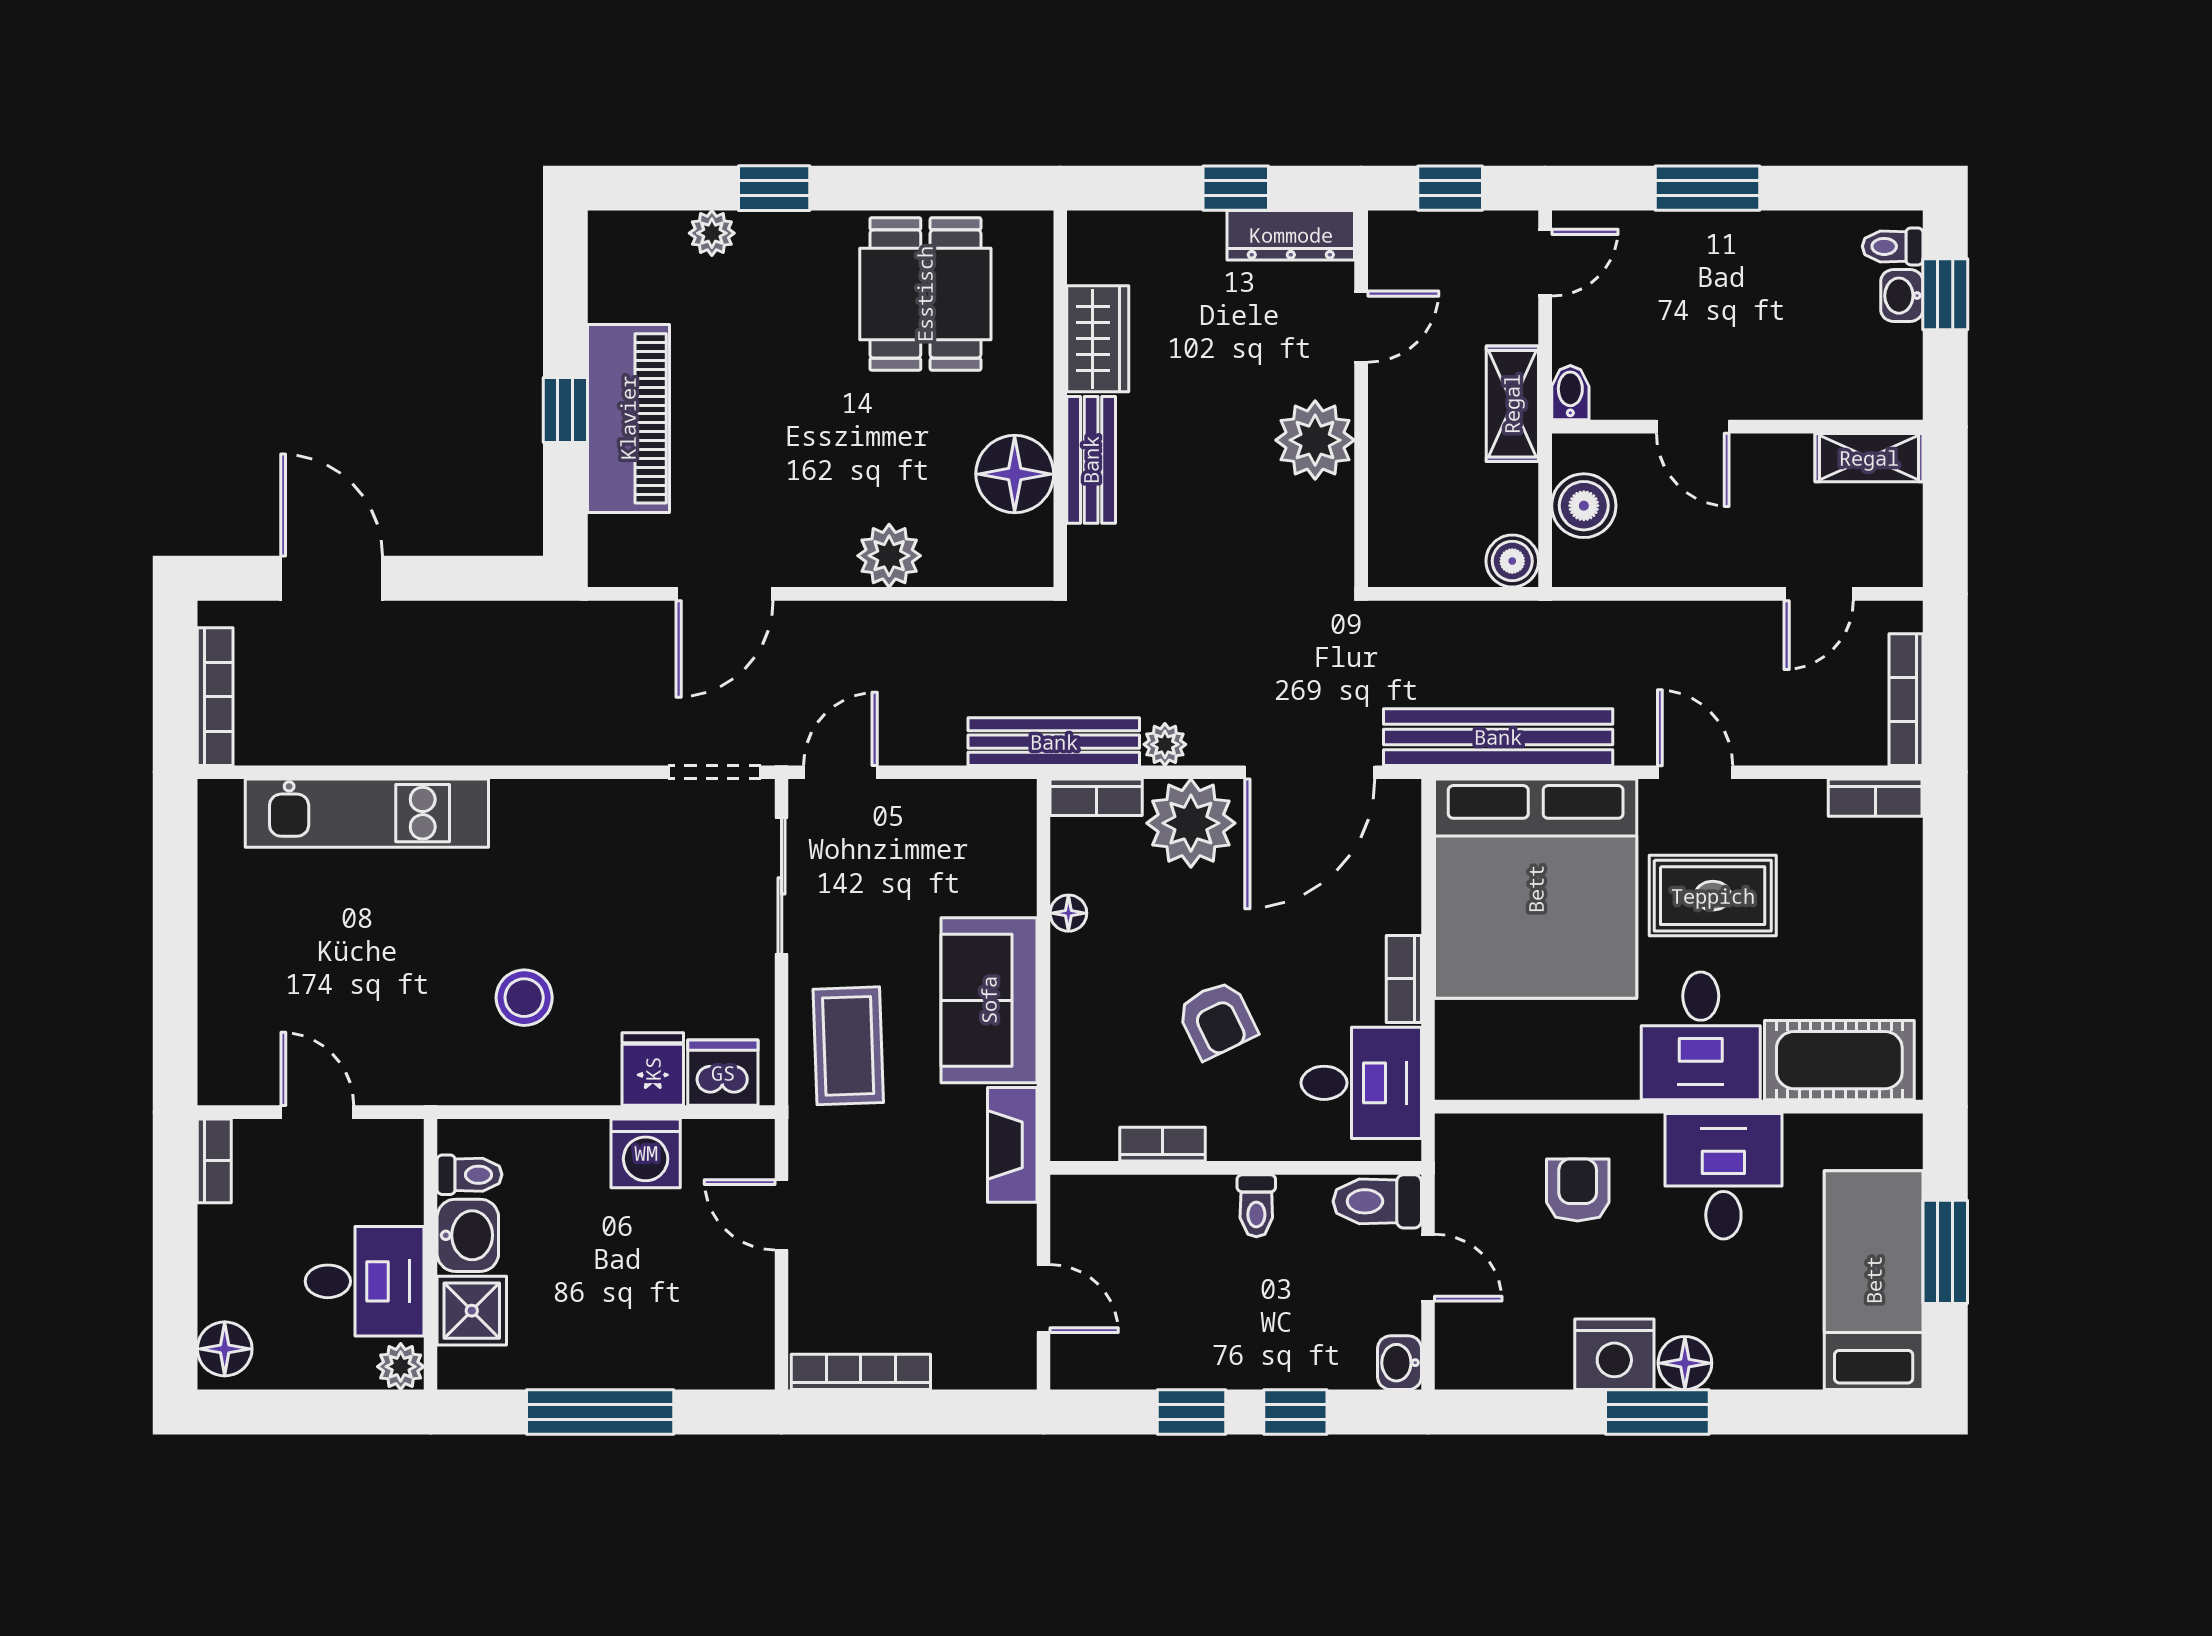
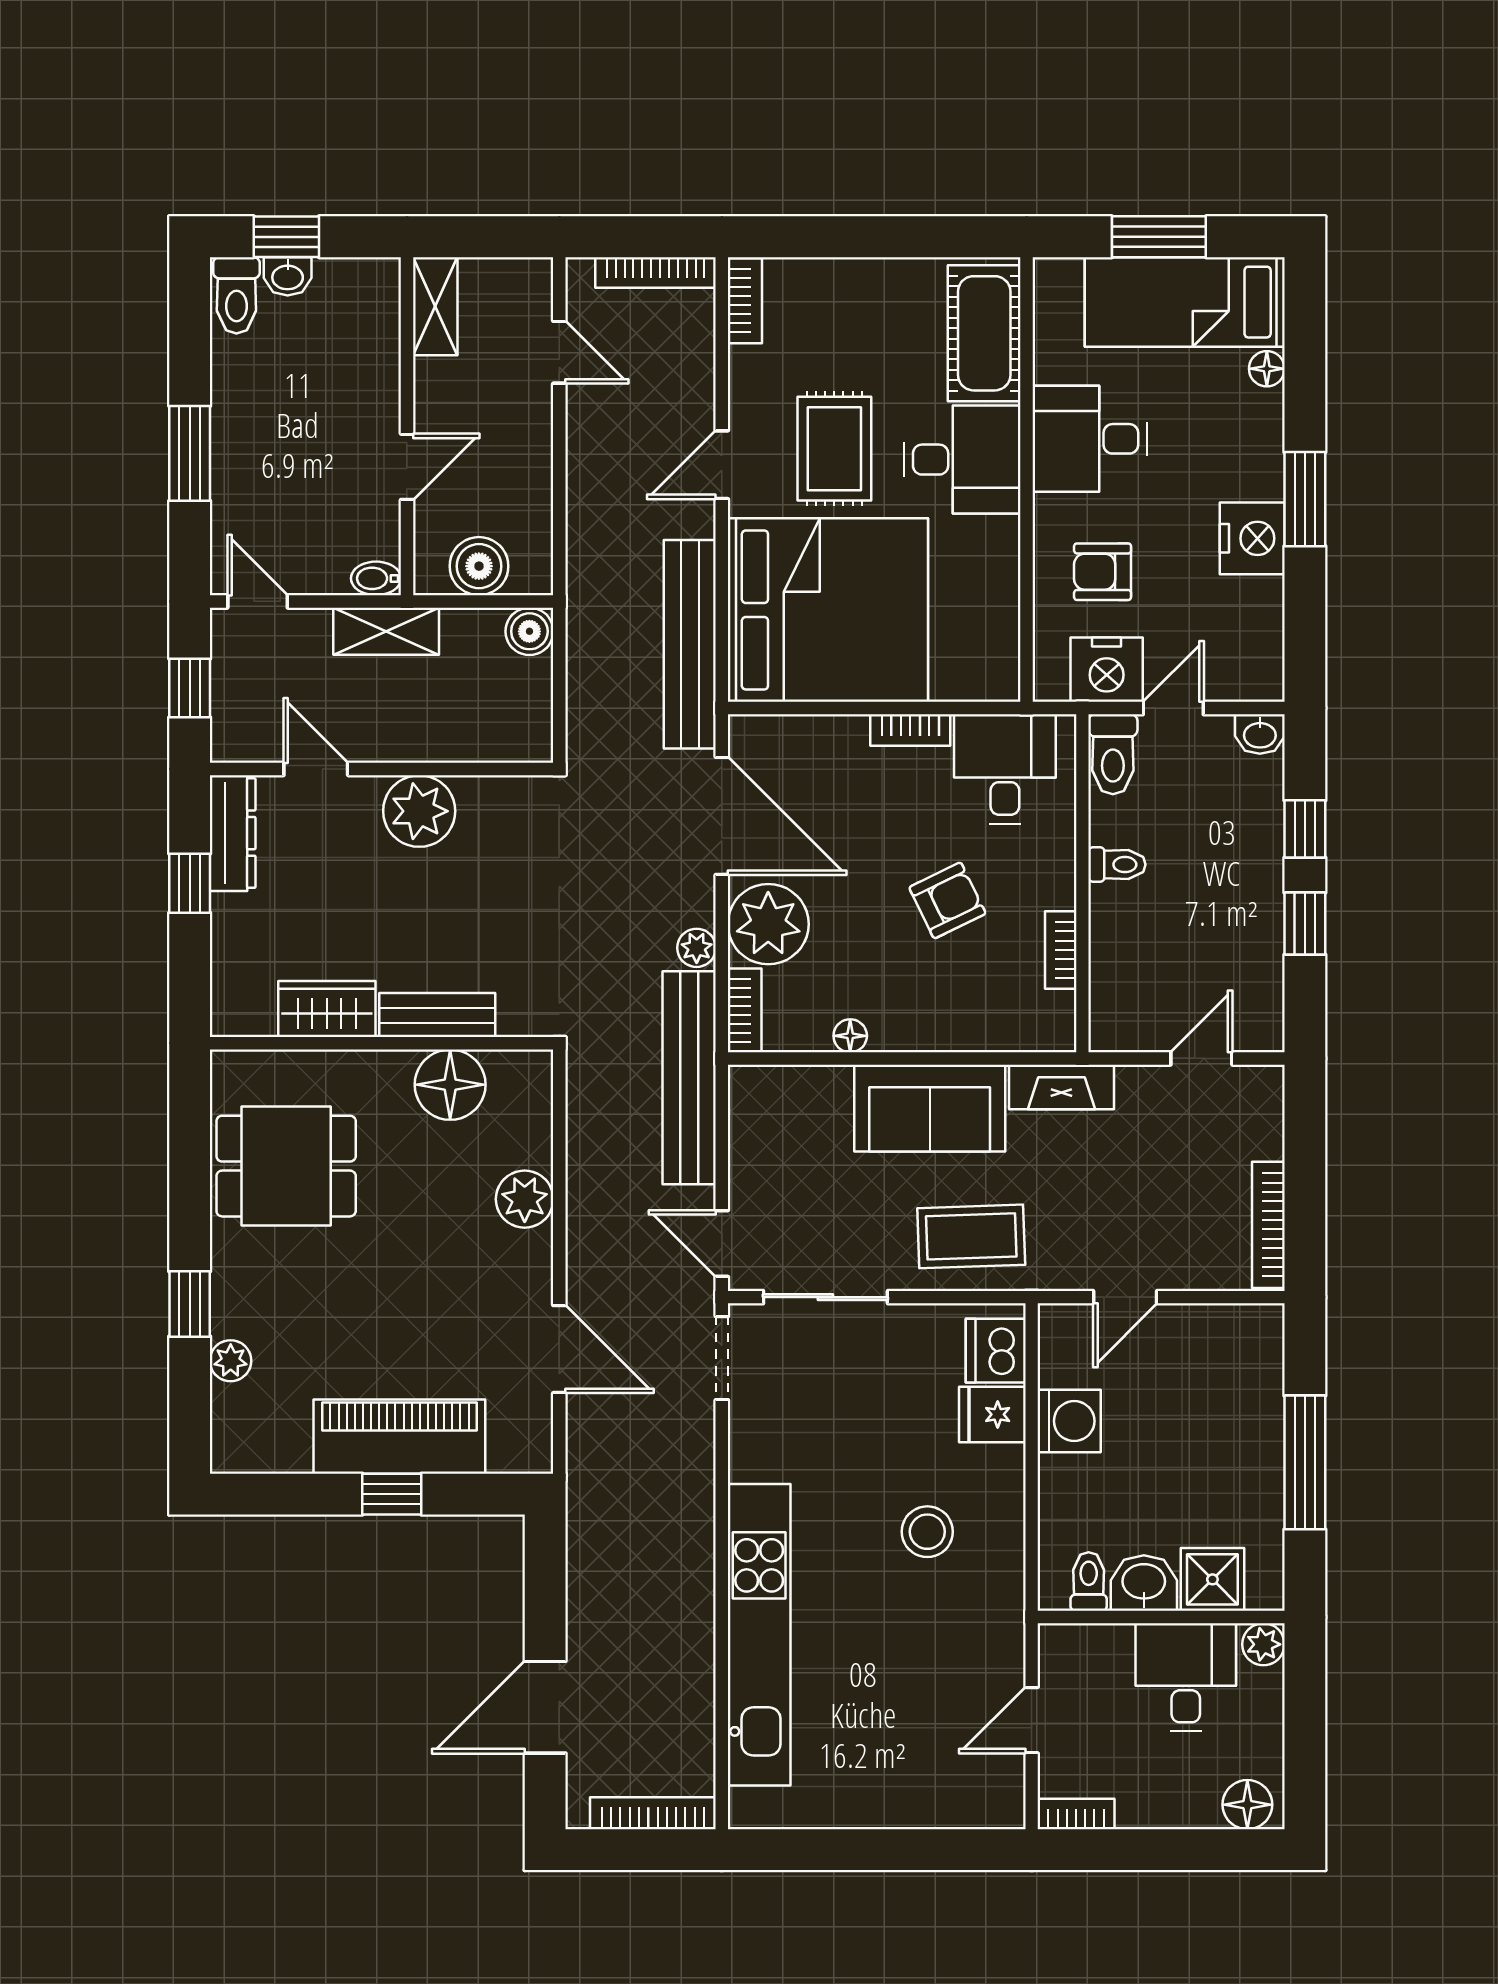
toilet: (1893, 246) -> (236, 295), width x1.37, depth x1.39
bench: (1054, 742) -> (689, 1078), width x1.37, depth x1.21
kitchen unit: (367, 813) -> (759, 1635), width x1.36
nightstand: (1470, 1194) -> (1107, 670), added
floor lamp: (1685, 1363) -> (1267, 369), moved, width x0.73, depth x0.73

